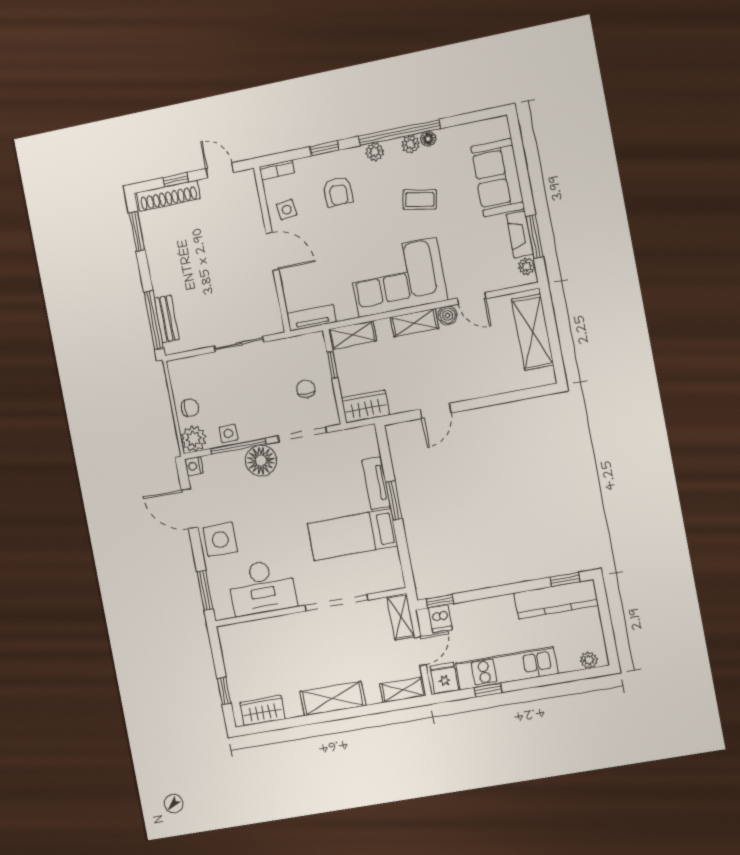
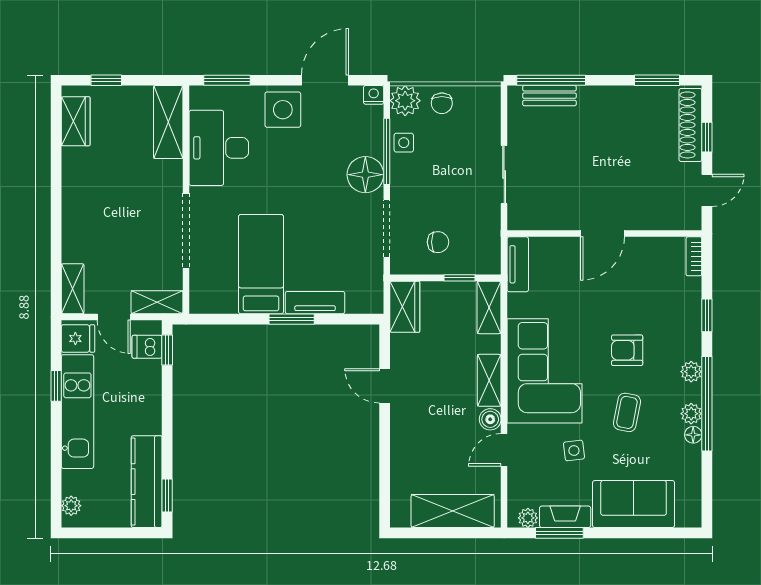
armchair: (338, 191) -> (627, 350), moved
side table: (287, 210) -> (574, 450), moved
shelving: (333, 699) -> (168, 122), moved

